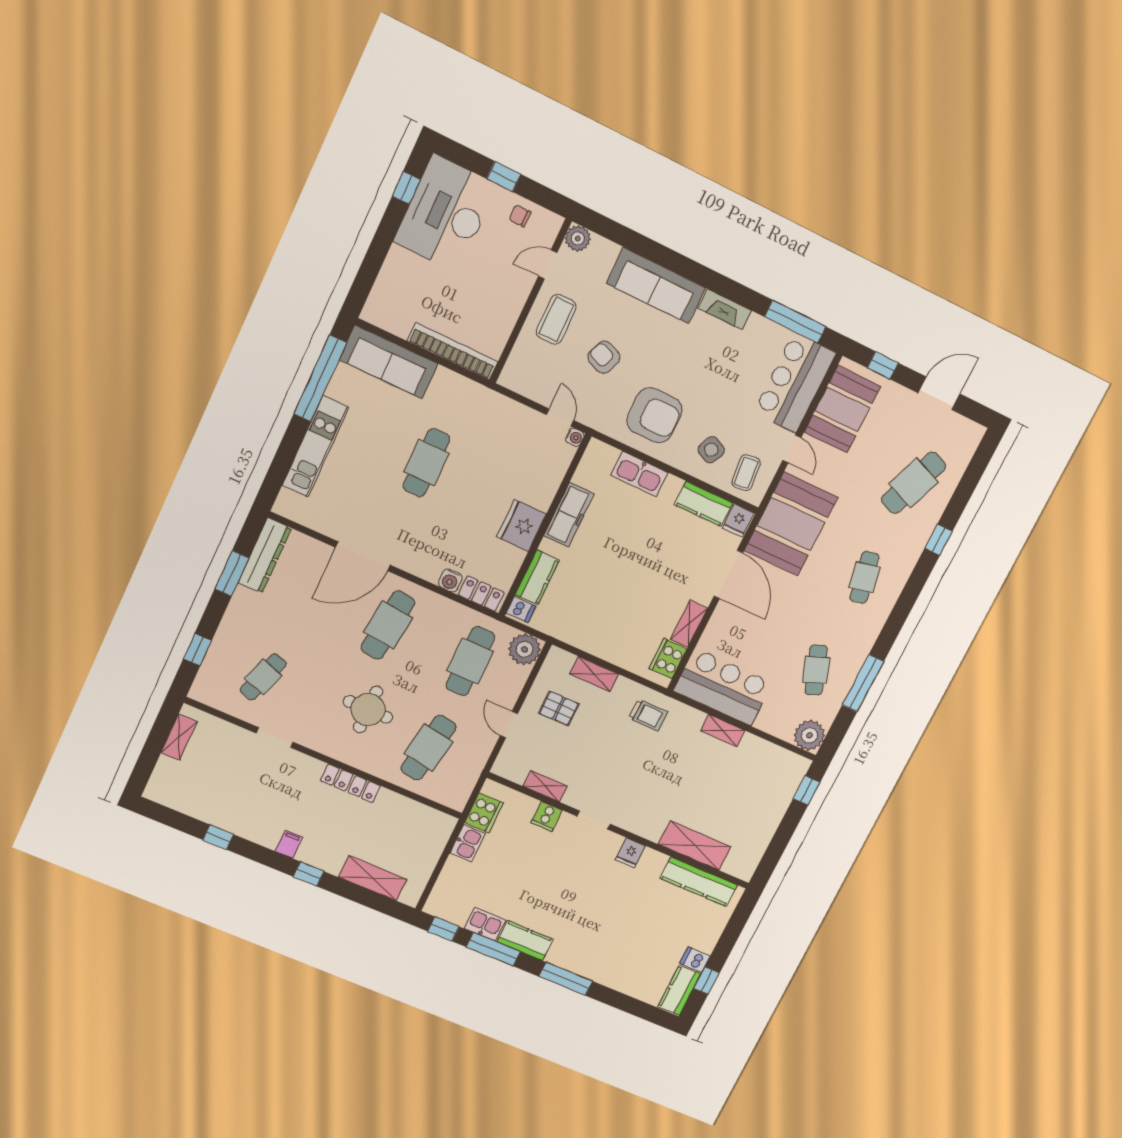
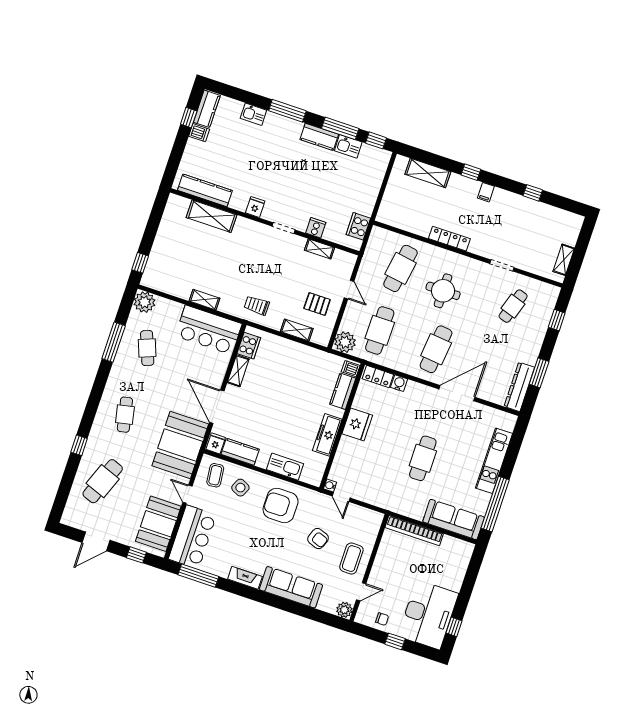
kitchen sink: (468, 843) -> (253, 114), moved, turned -90

